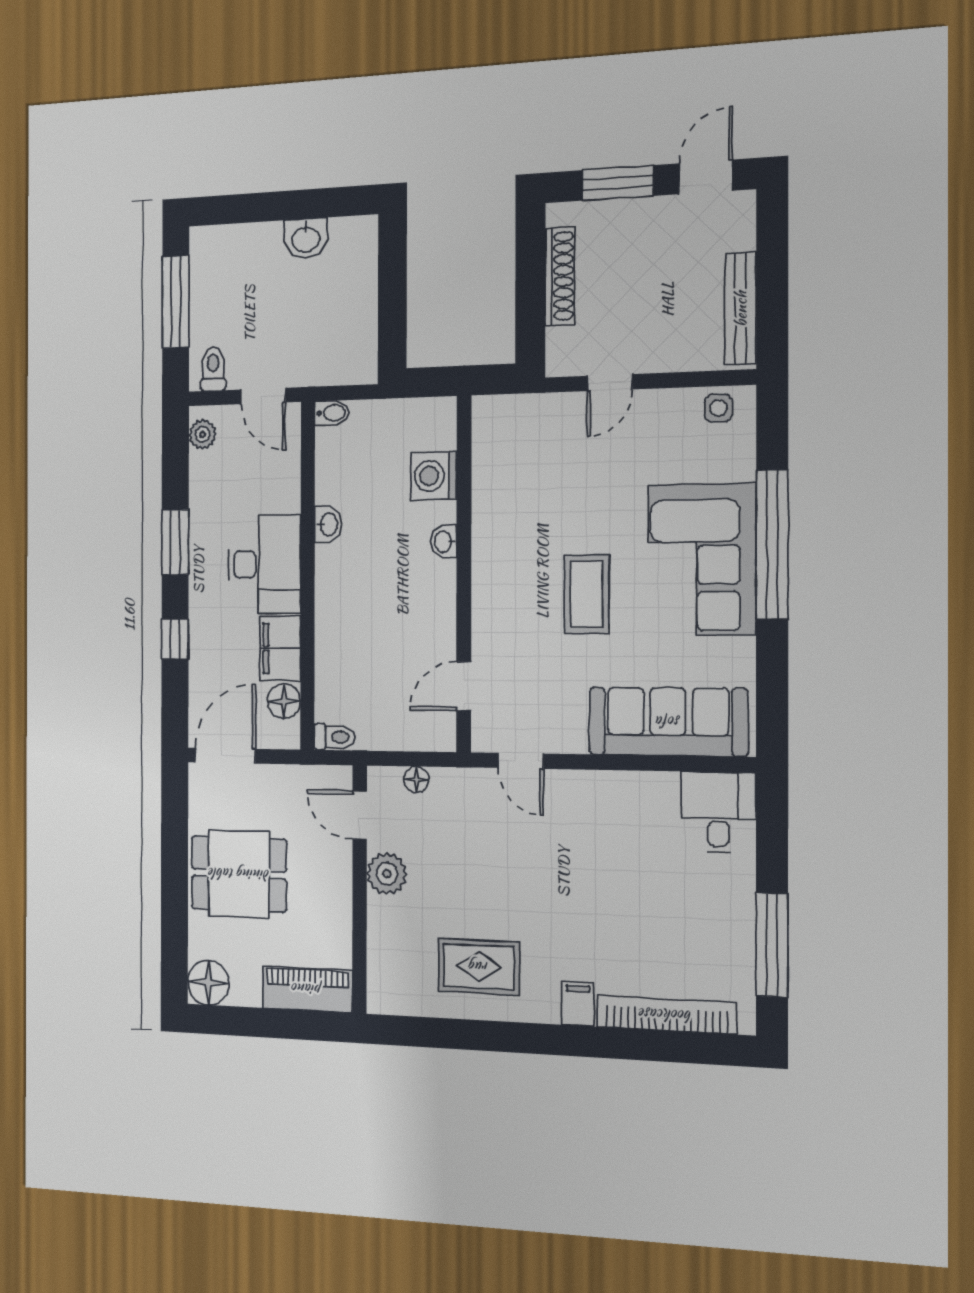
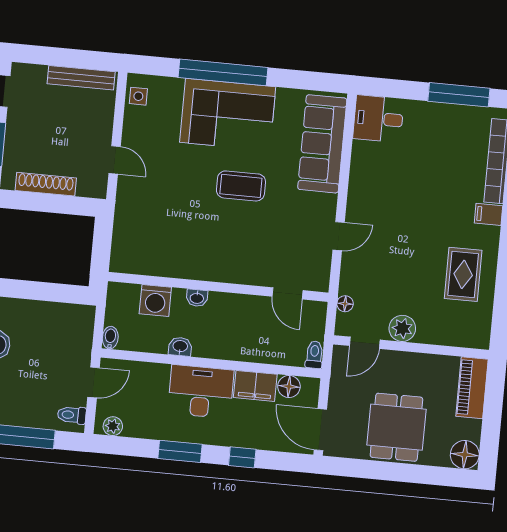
washing machine: (434, 476) -> (155, 300), moved
washbasin: (444, 542) -> (197, 298), moved
wall: (464, 574) -> (218, 287), moved
door: (464, 686) -> (287, 293), moved

